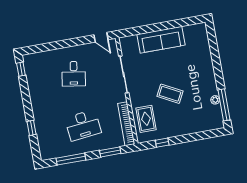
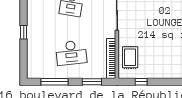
coffee table: (170, 94) -> (156, 38), removed
window: (32, 128) -> (24, 32), moved

